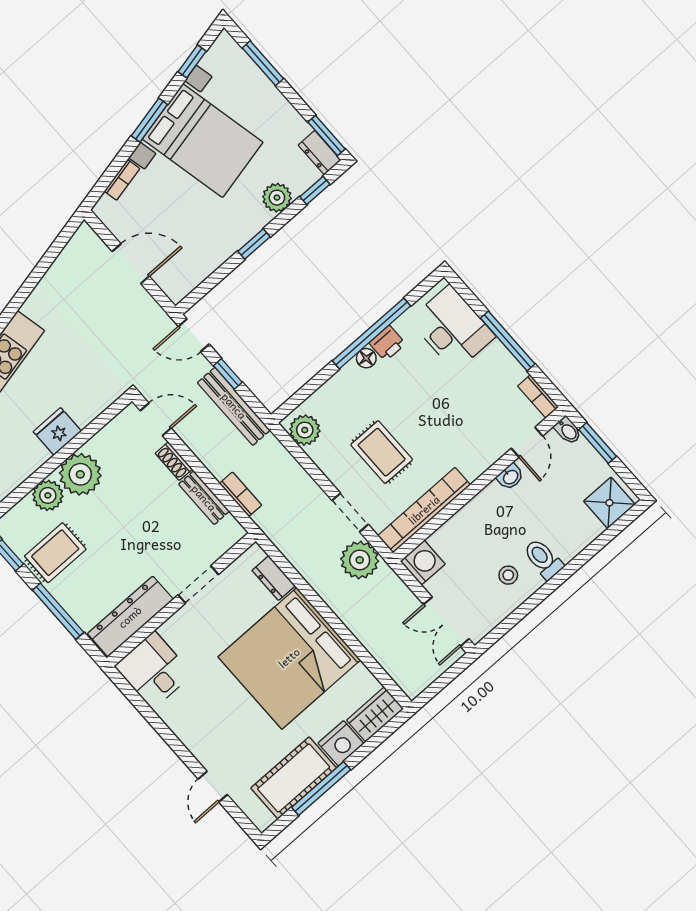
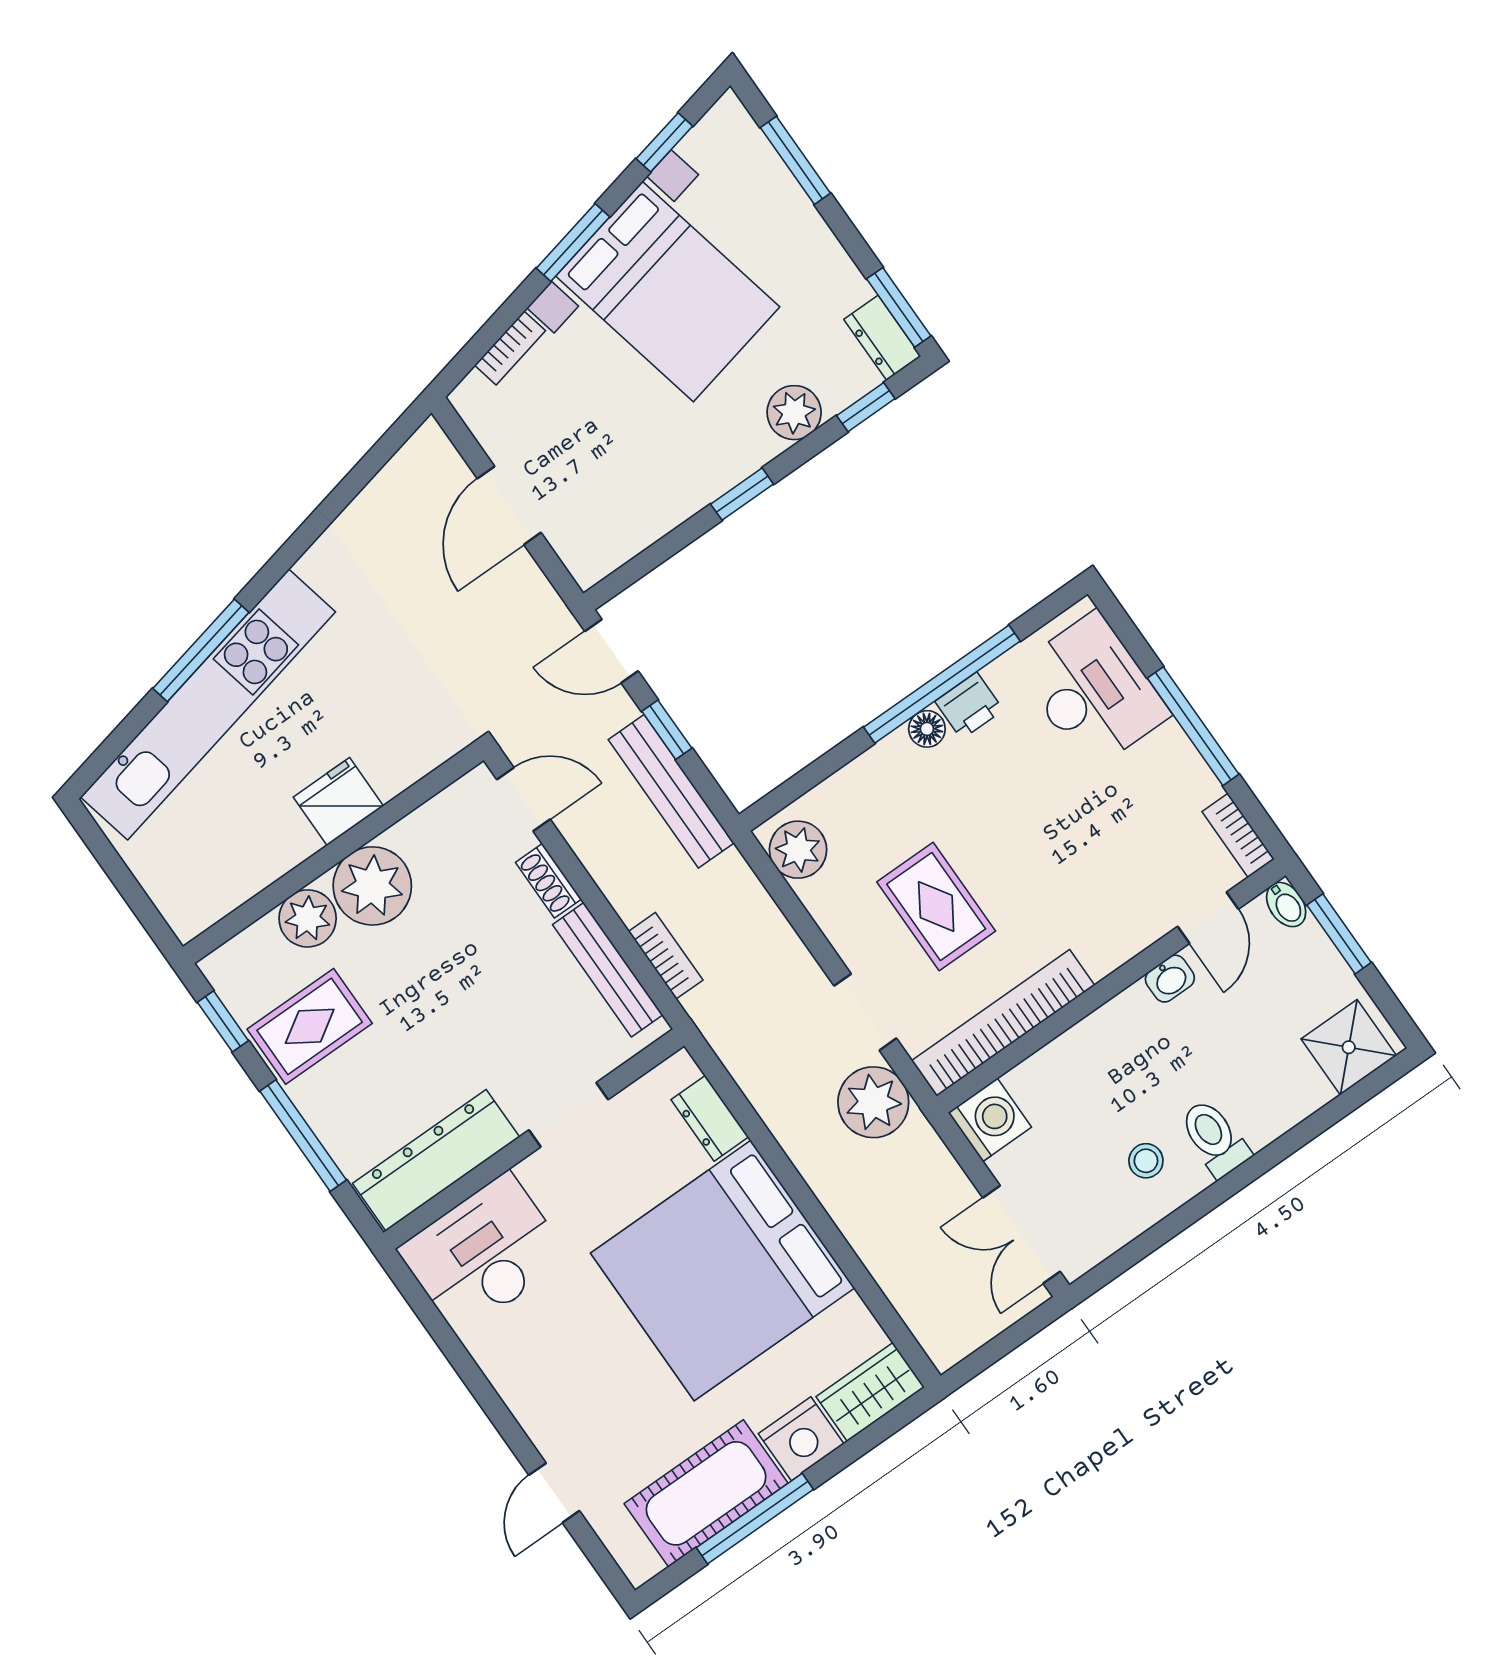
door: (131, 264) -> (509, 505), swing flipped
bench: (204, 498) -> (608, 970), width x1.36
desk: (154, 670) -> (484, 1254), width x1.37

